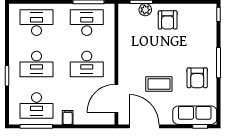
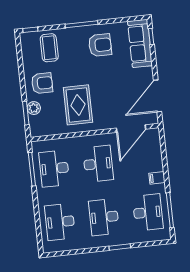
rug: (144, 51) -> (78, 105), added
desk: (37, 64) -> (104, 217), turned 180
coffee table: (159, 84) -> (49, 48), moved
door: (116, 98) -> (131, 129), hinge flipped

